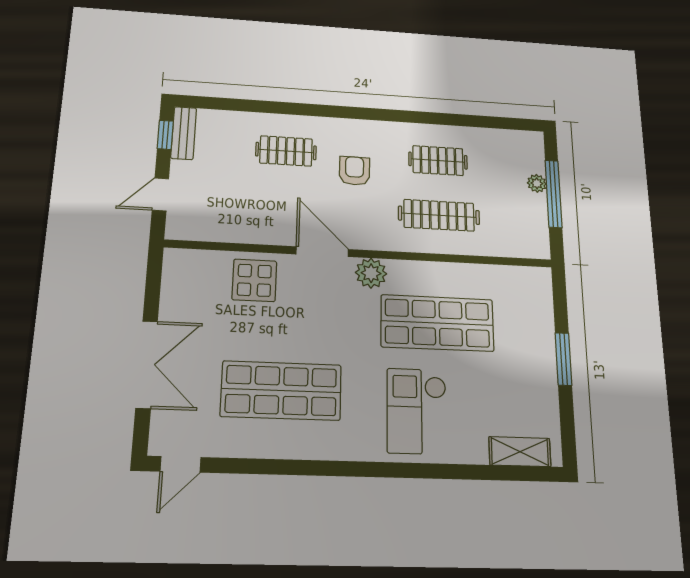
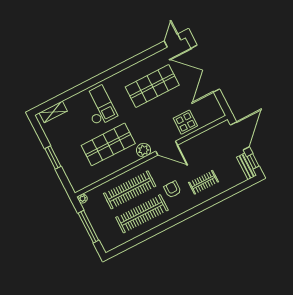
clothes rail: (438, 161) -> (142, 214), width x1.86, depth x1.31
armchair: (355, 171) -> (172, 189), turned 180
plant: (537, 183) -> (83, 199), moved
door: (160, 194) -> (240, 136), width x1.87
clothes rail: (439, 215) -> (130, 190), width x1.37, depth x1.31
double door: (147, 364) -> (205, 69), width x1.36

